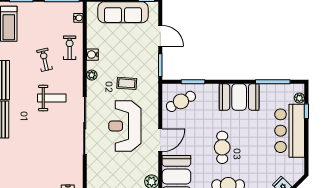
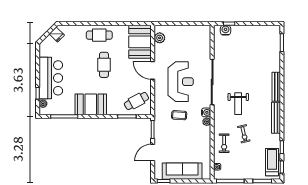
door: (160, 36) -> (153, 153), hinge flipped
water cooler: (92, 55) -> (206, 112), moved
weight bench: (52, 98) -> (238, 104), turned -90
door: (160, 140) -> (153, 70), hinge flipped

